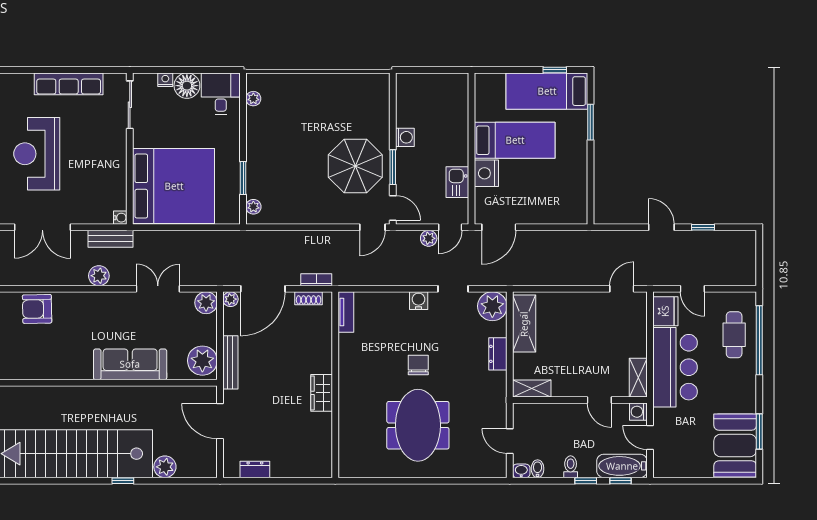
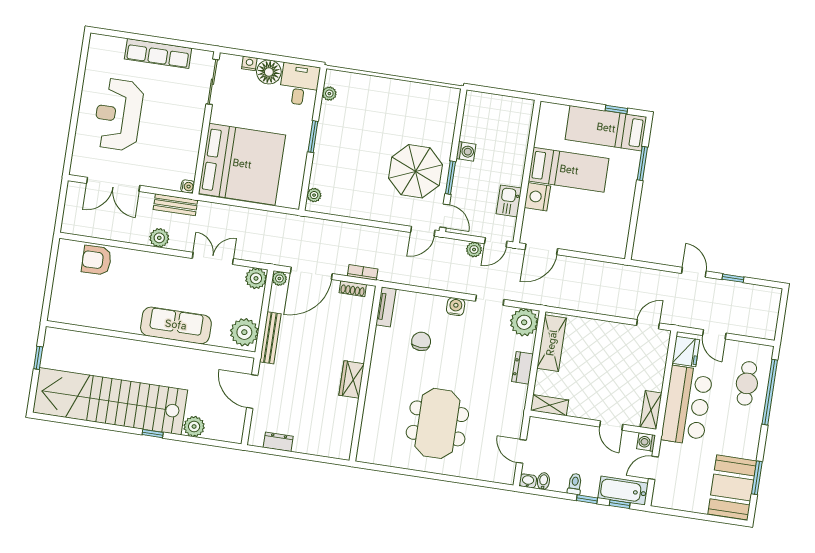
window: (243, 178) -> (313, 137), moved
chair: (418, 365) -> (421, 341), moved
door: (650, 438) -> (653, 468), hinge flipped

